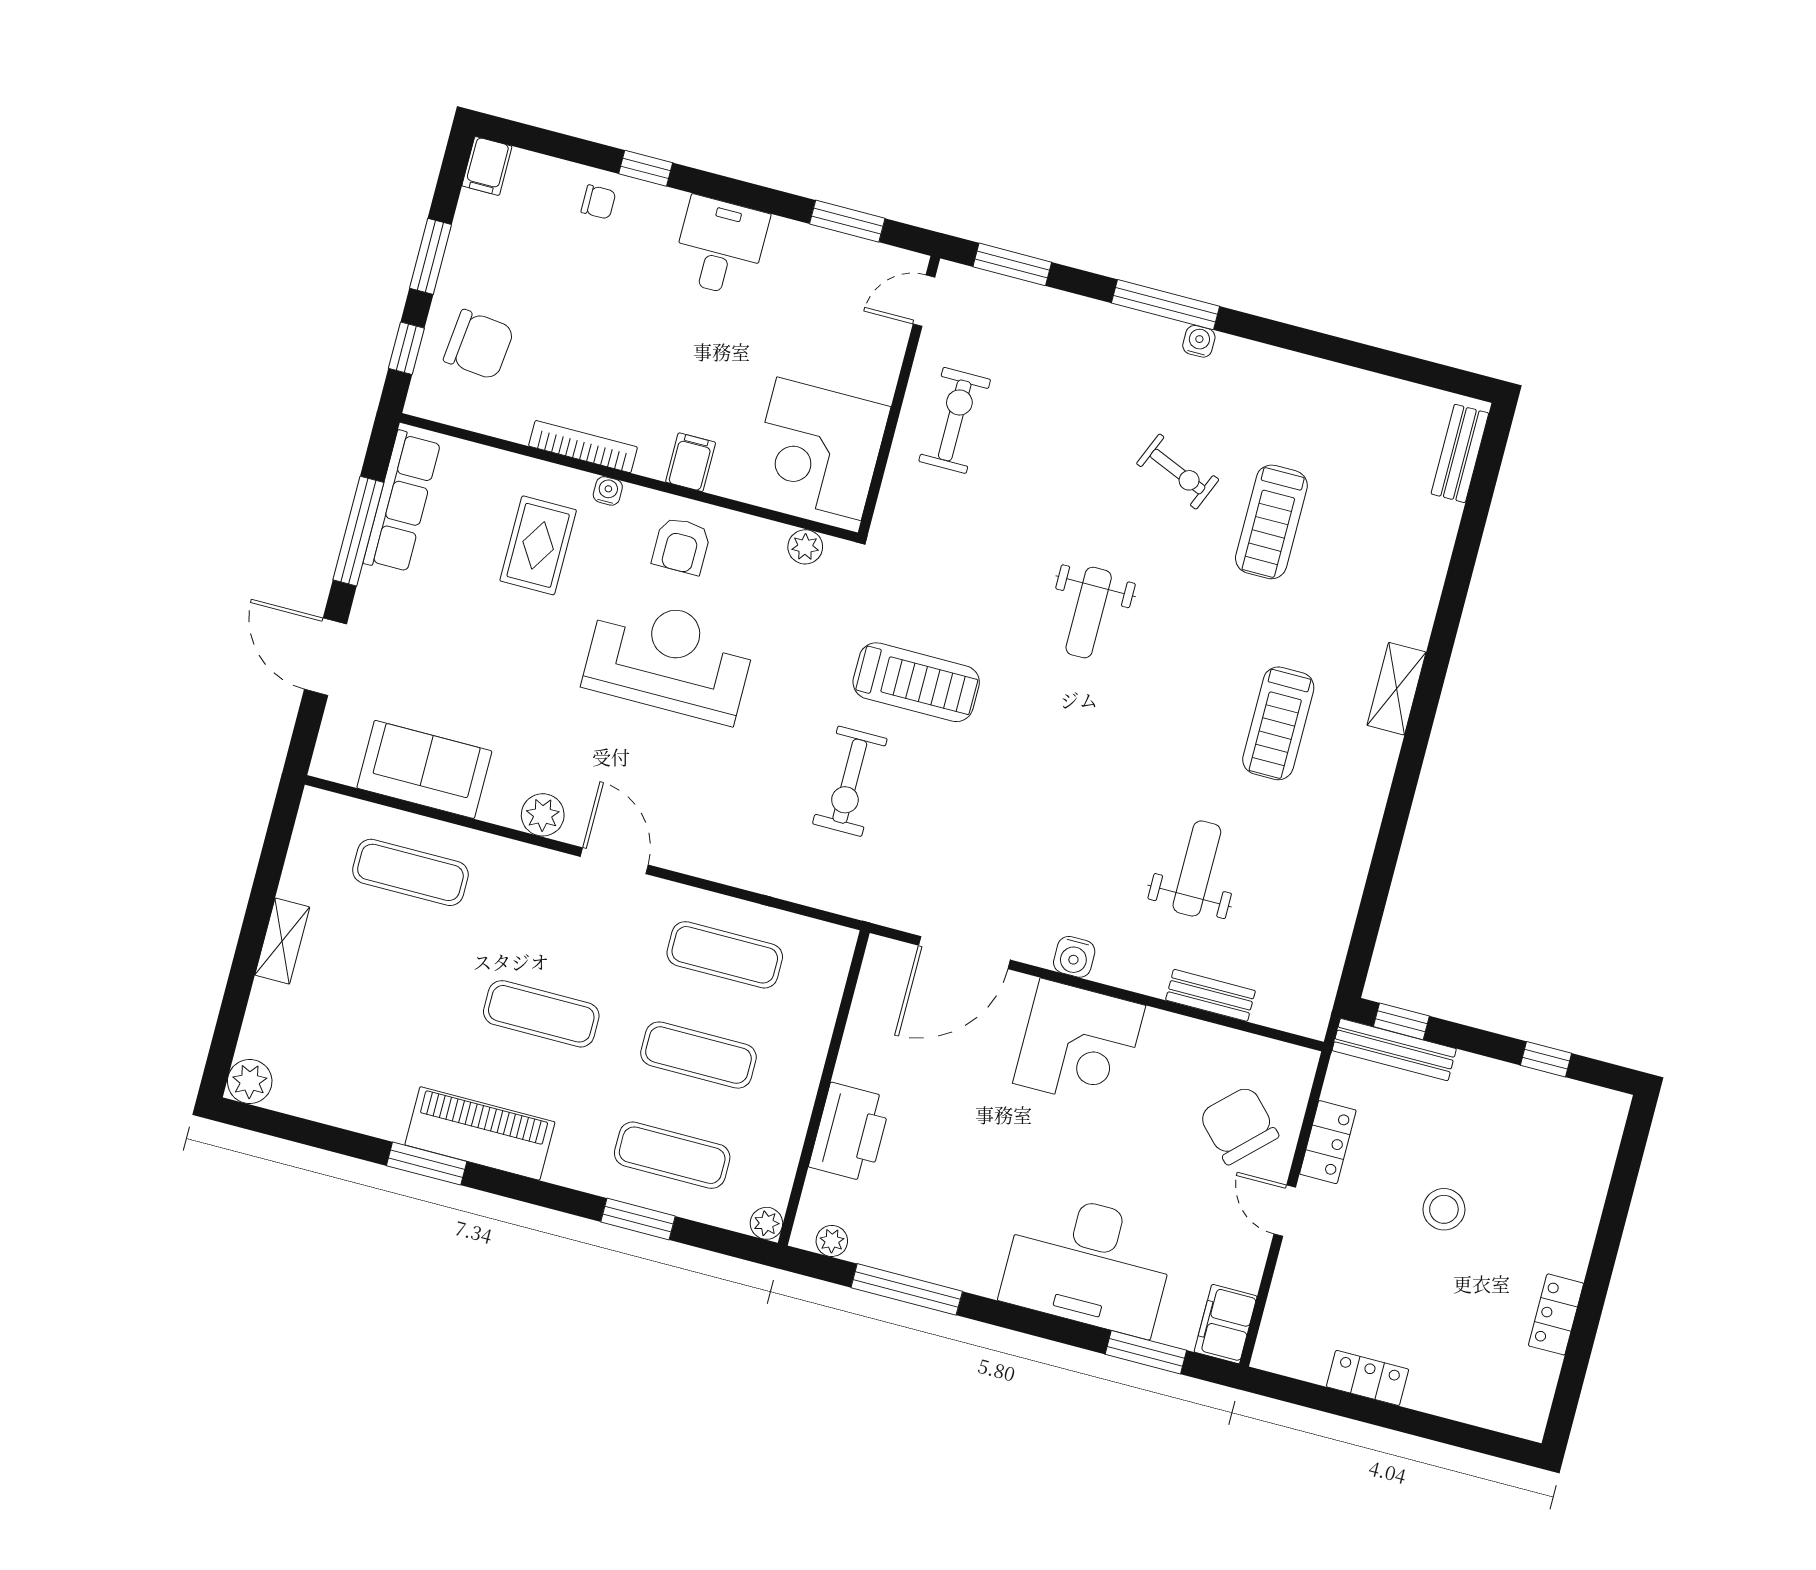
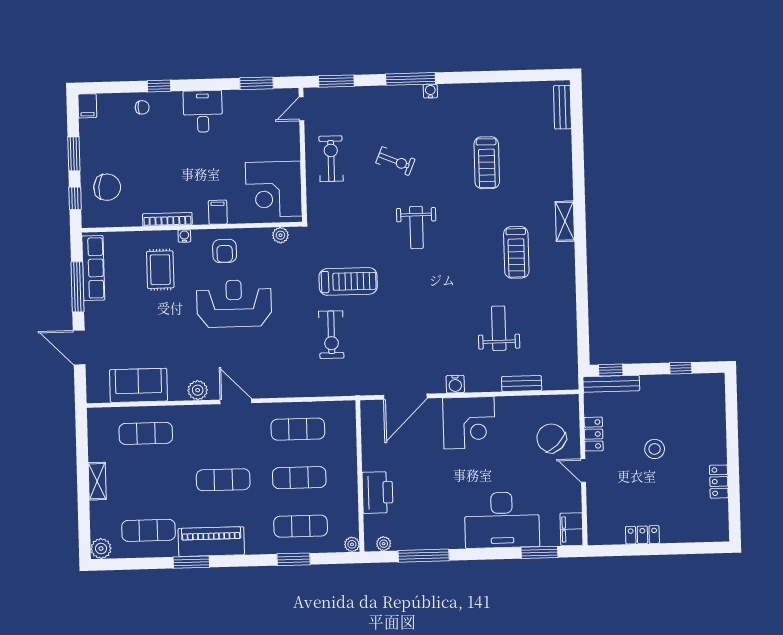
exercise bike: (1178, 472) -> (395, 161), moved
exercise mat: (358, 1073) -> (148, 530), added

